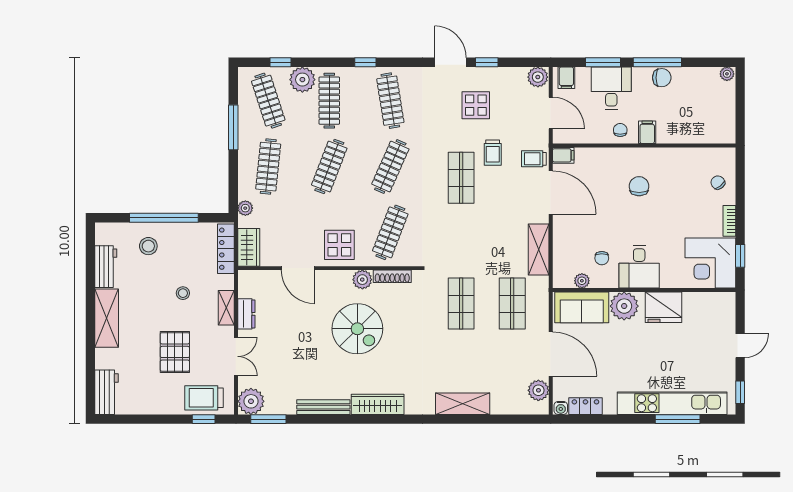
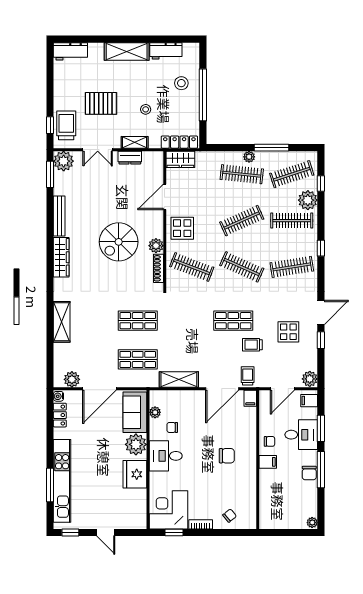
clothes rail: (329, 167) -> (242, 221), turned -45
plant: (245, 208) -> (249, 157), moved

